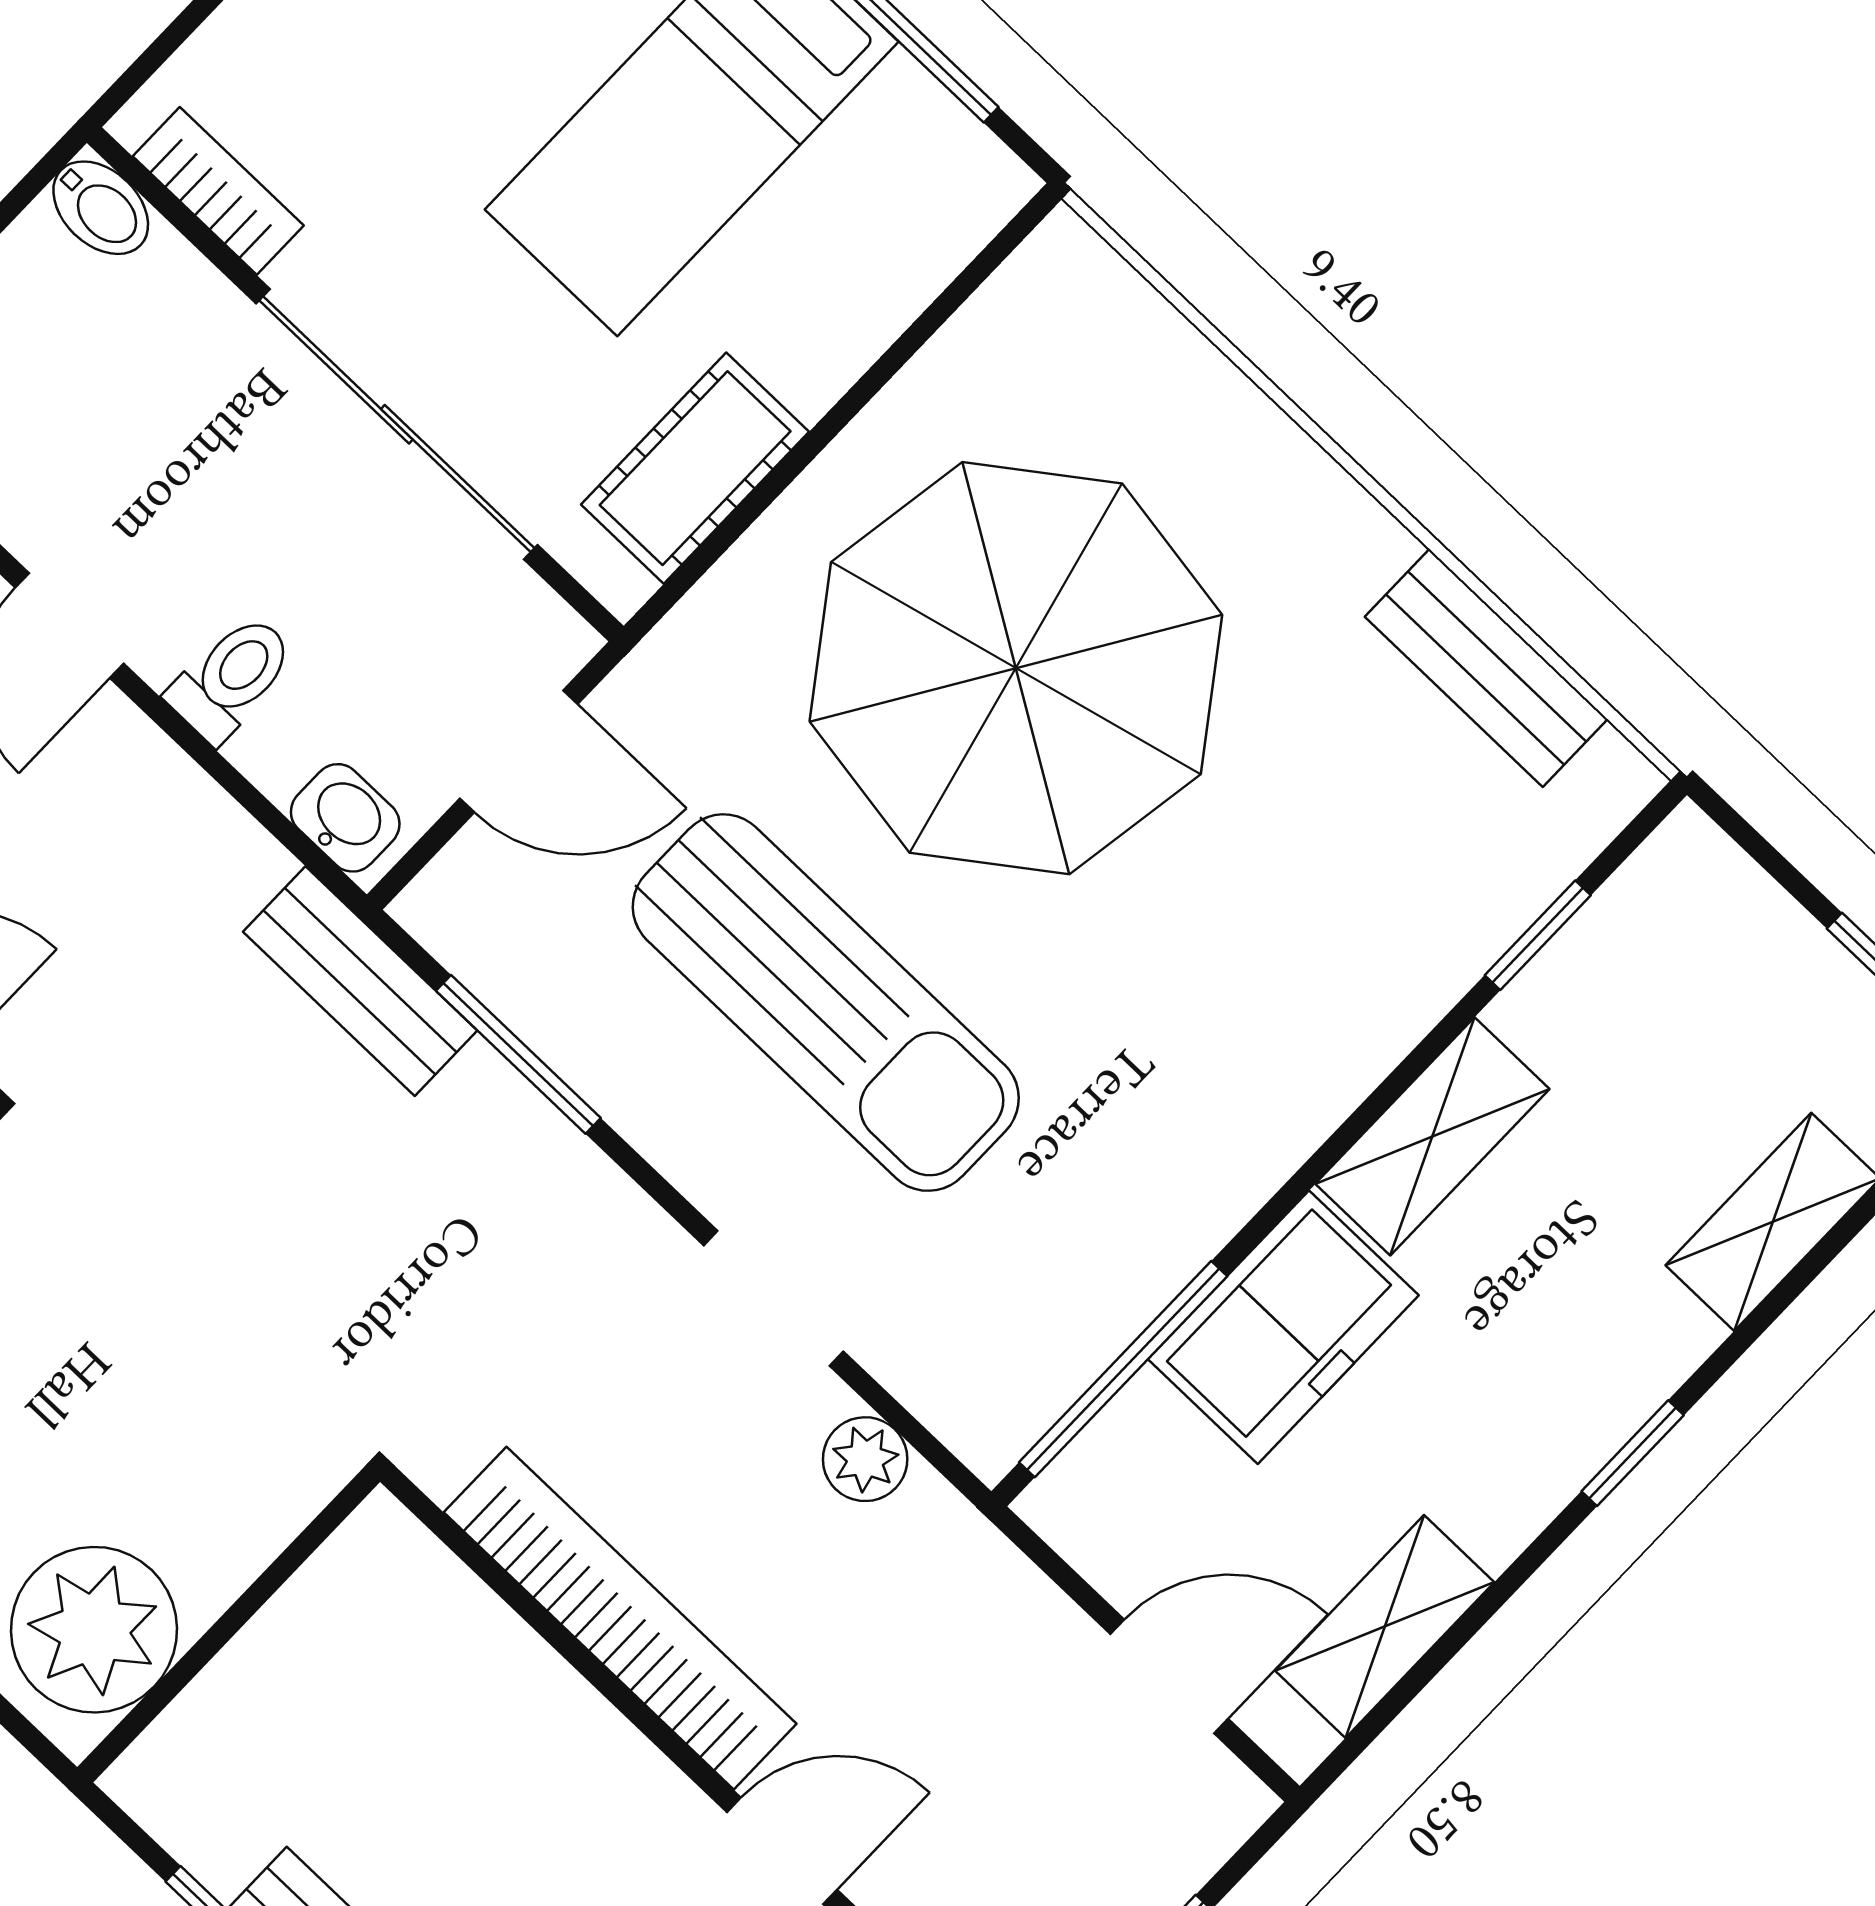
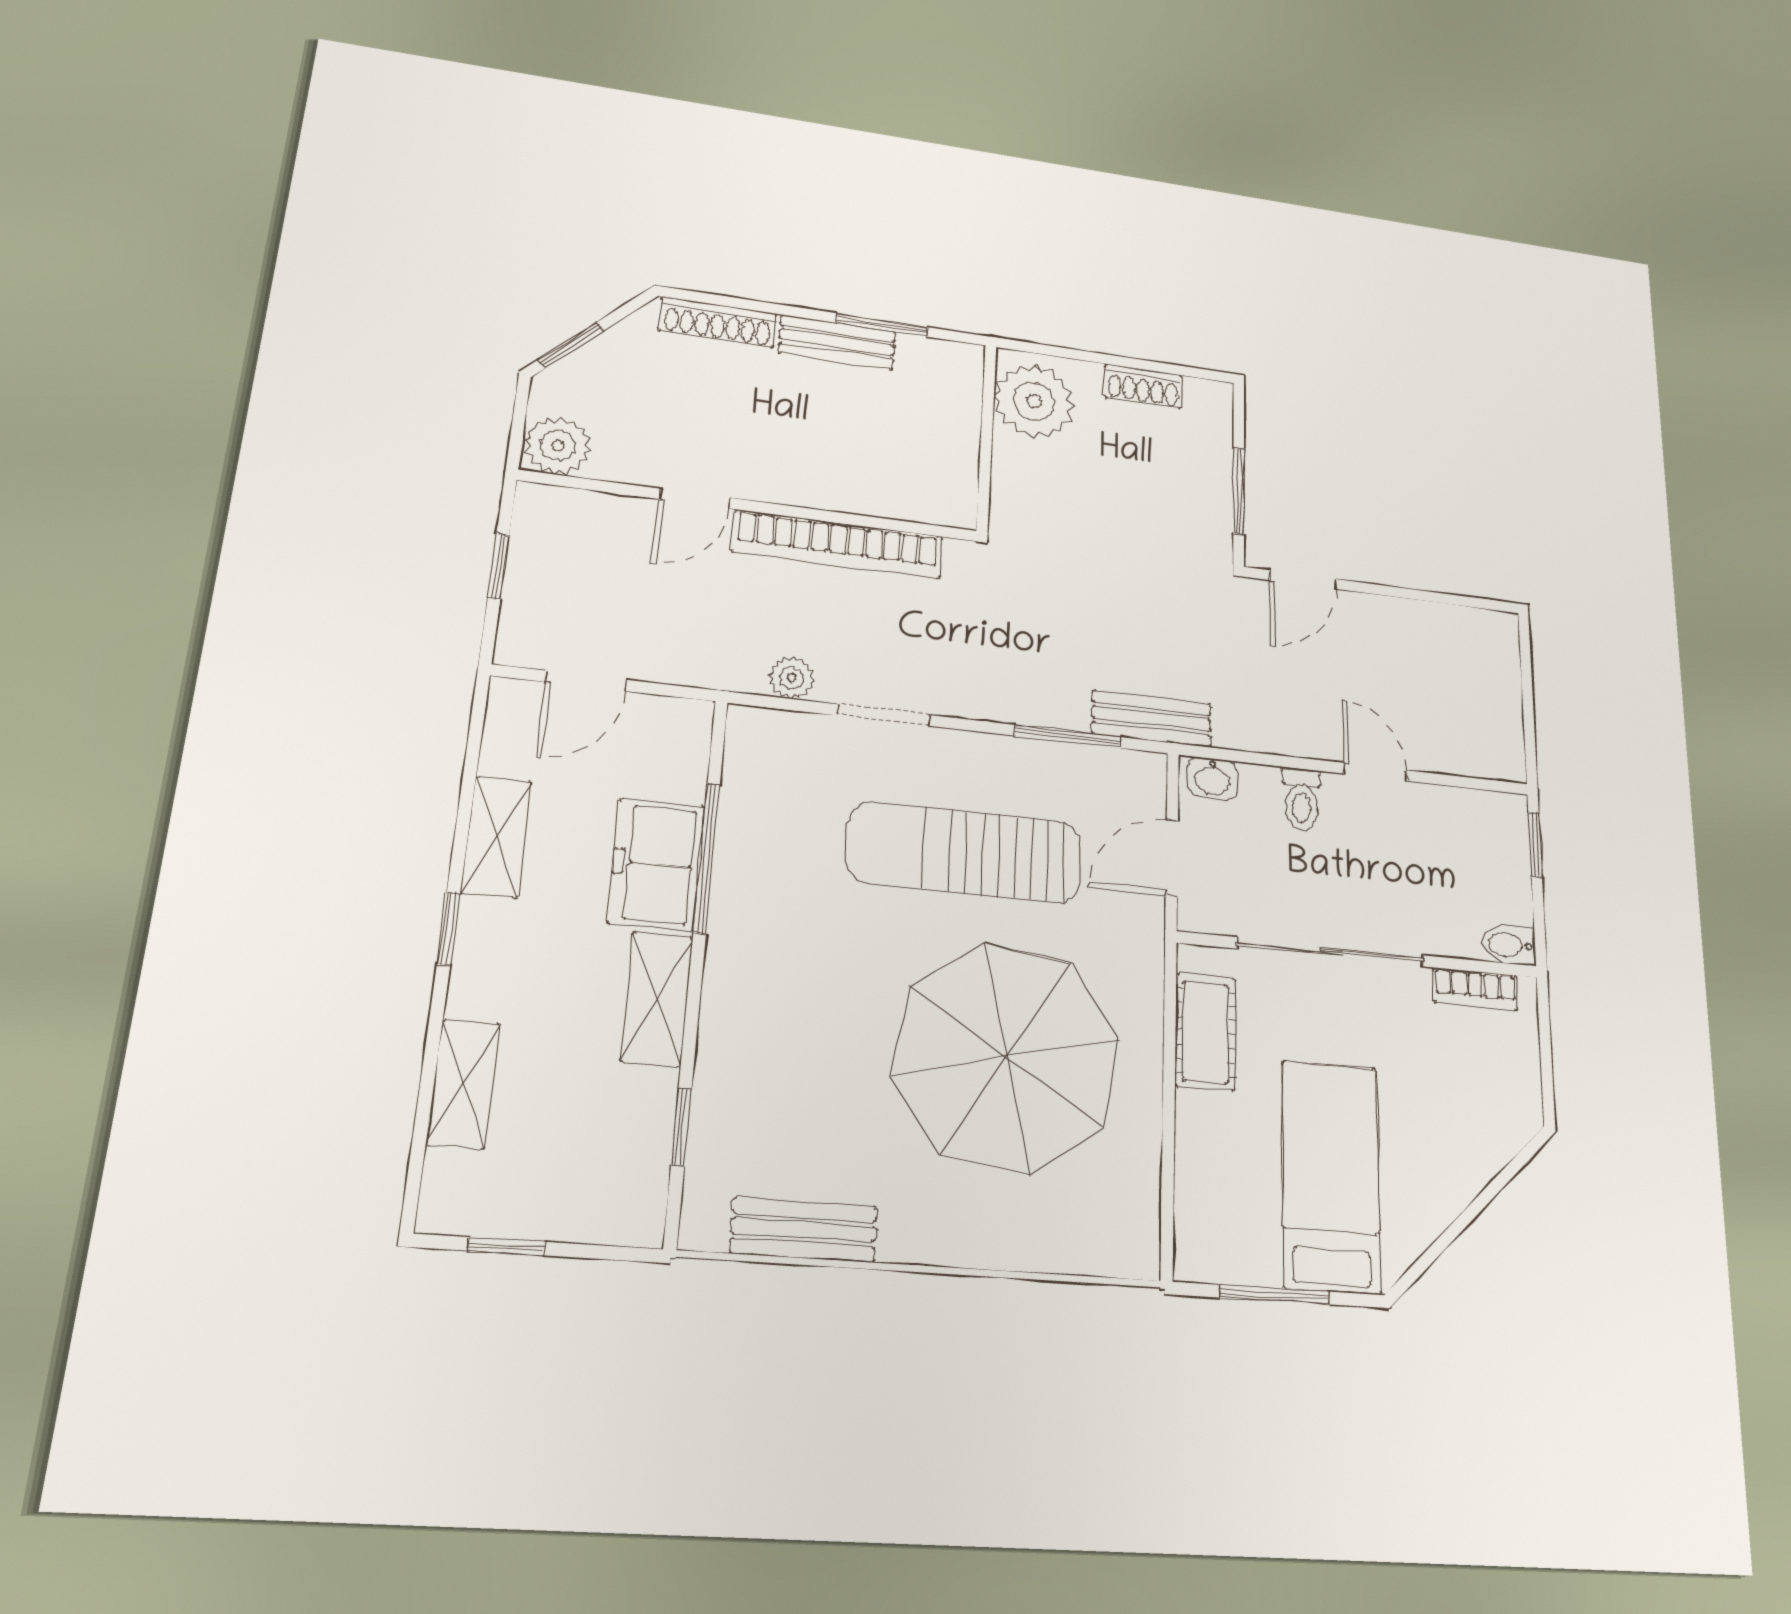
window: (1123, 1369) -> (707, 858), moved
shelving: (1385, 1627) -> (496, 837), moved

